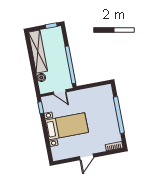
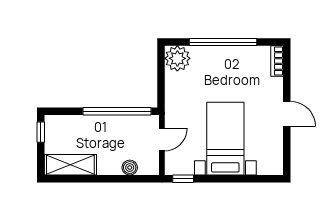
shelving: (38, 52) -> (70, 165), width x0.68
plant: (105, 92) -> (177, 58), added

